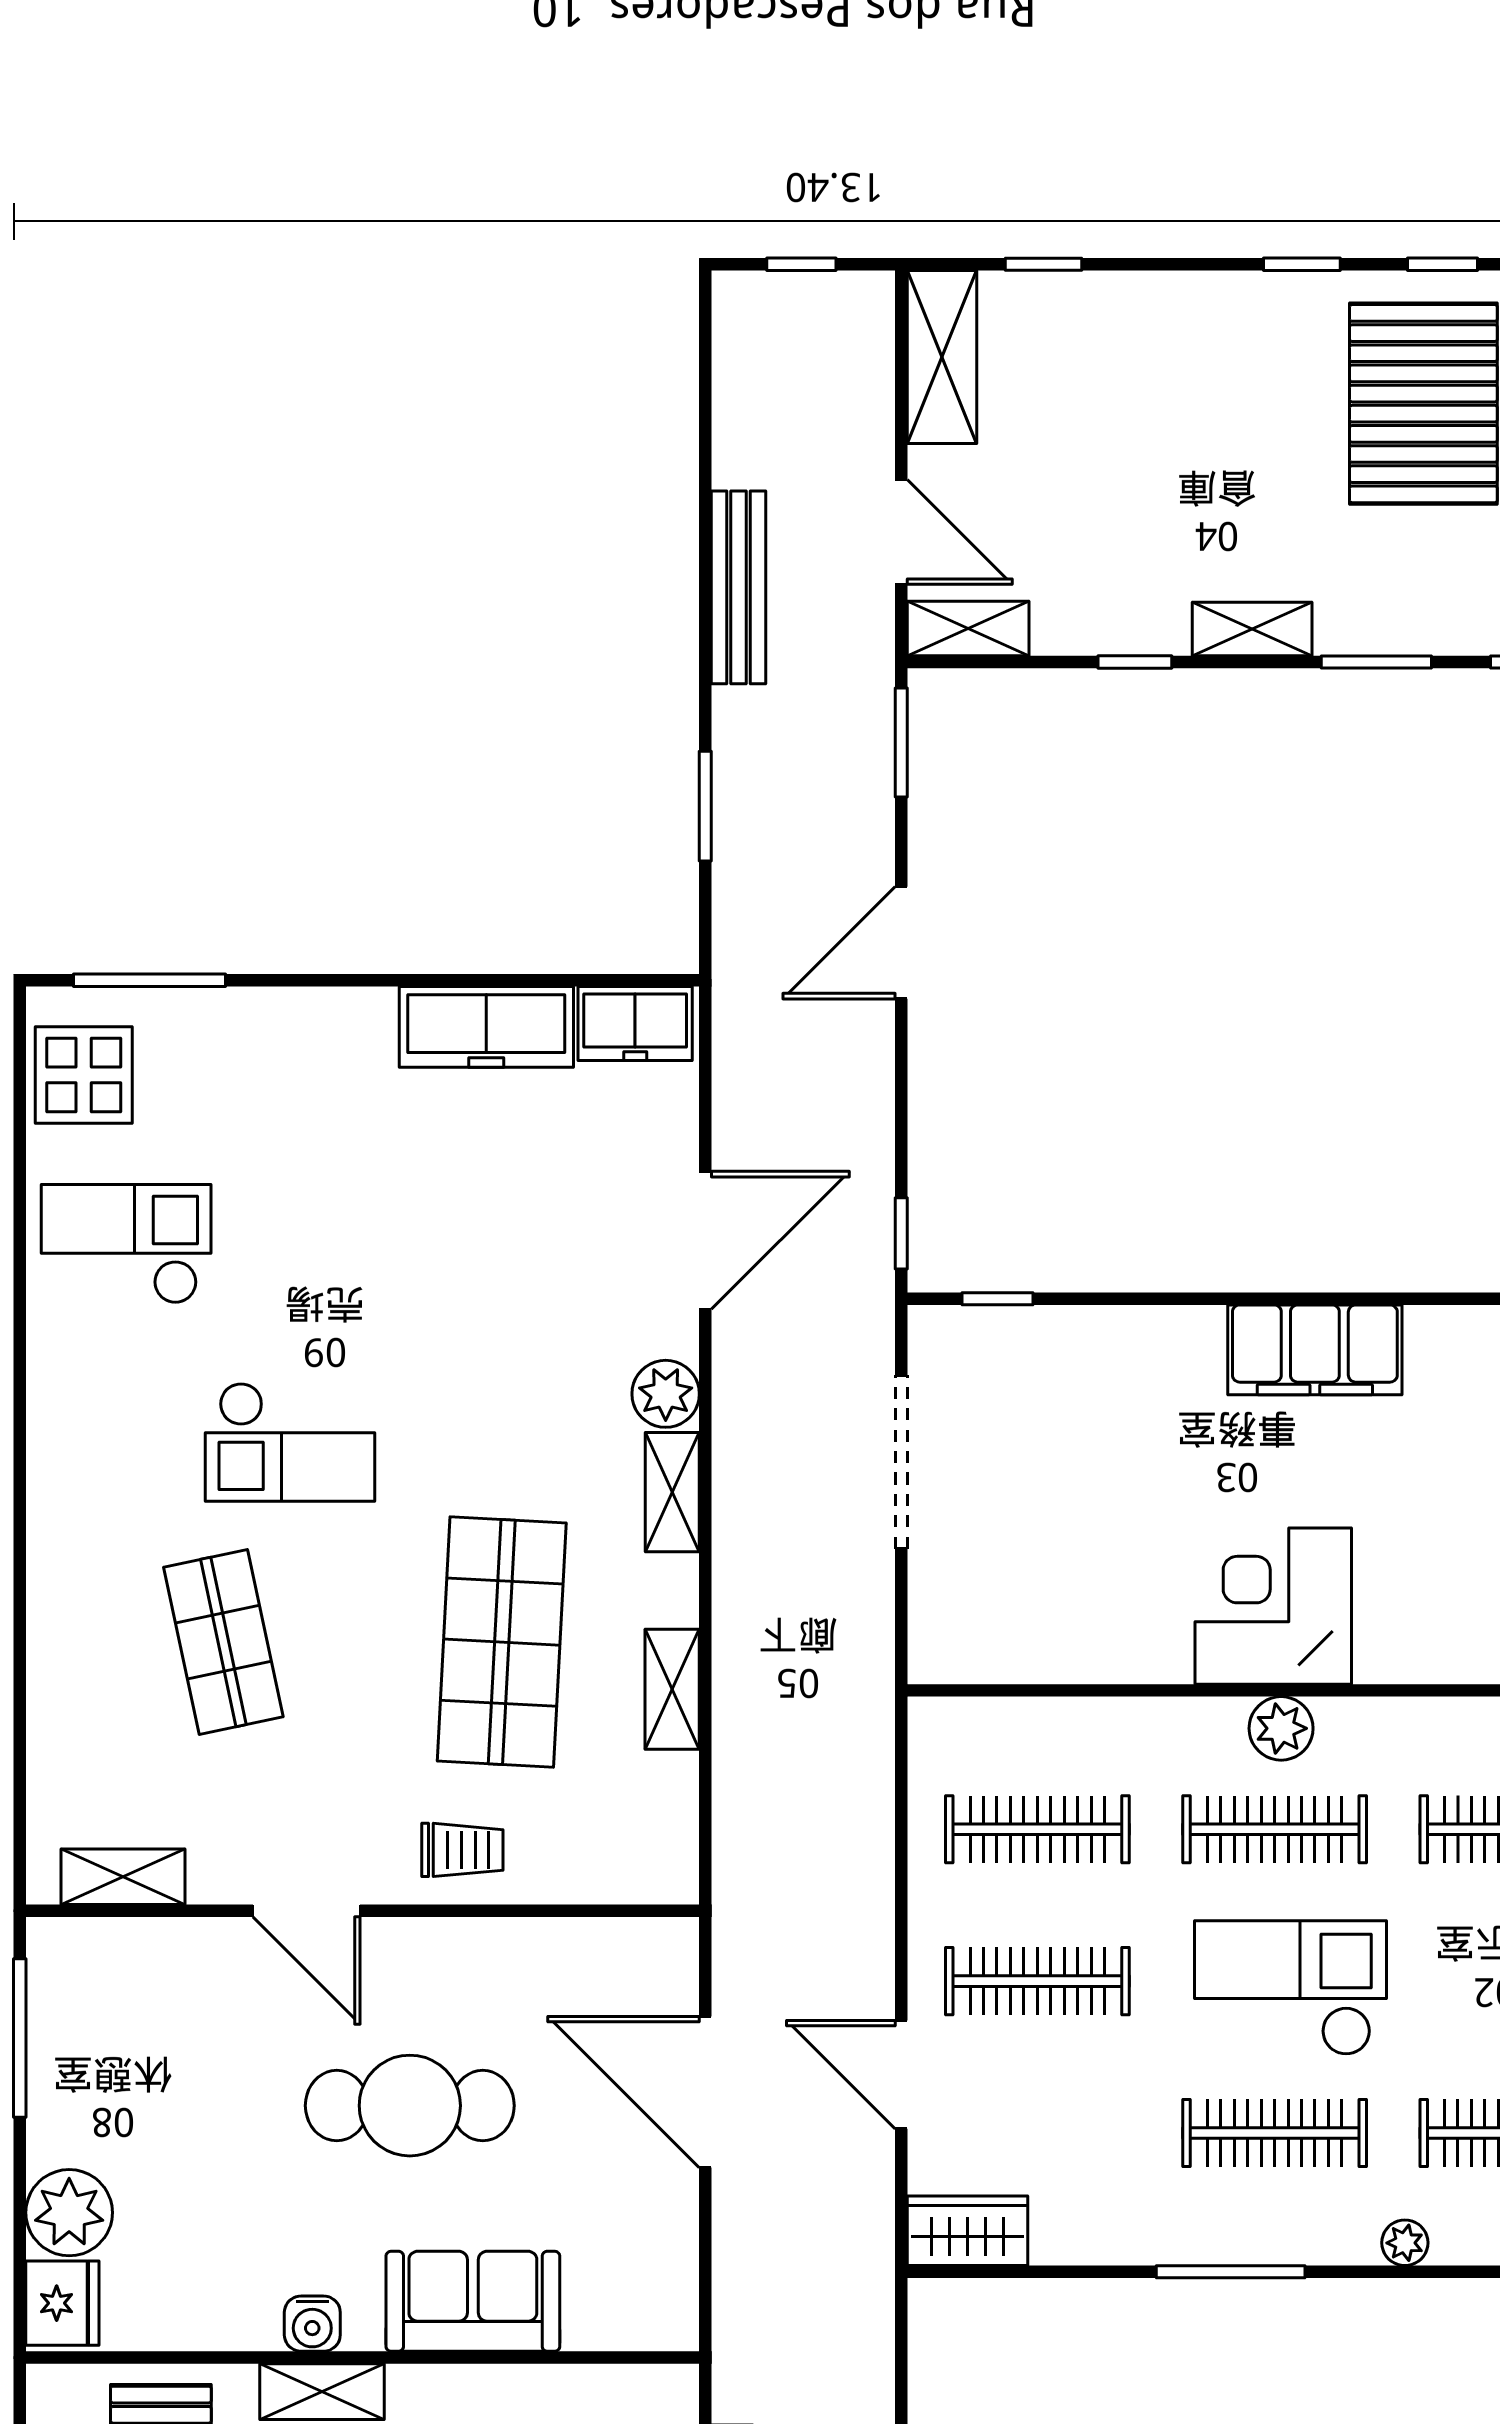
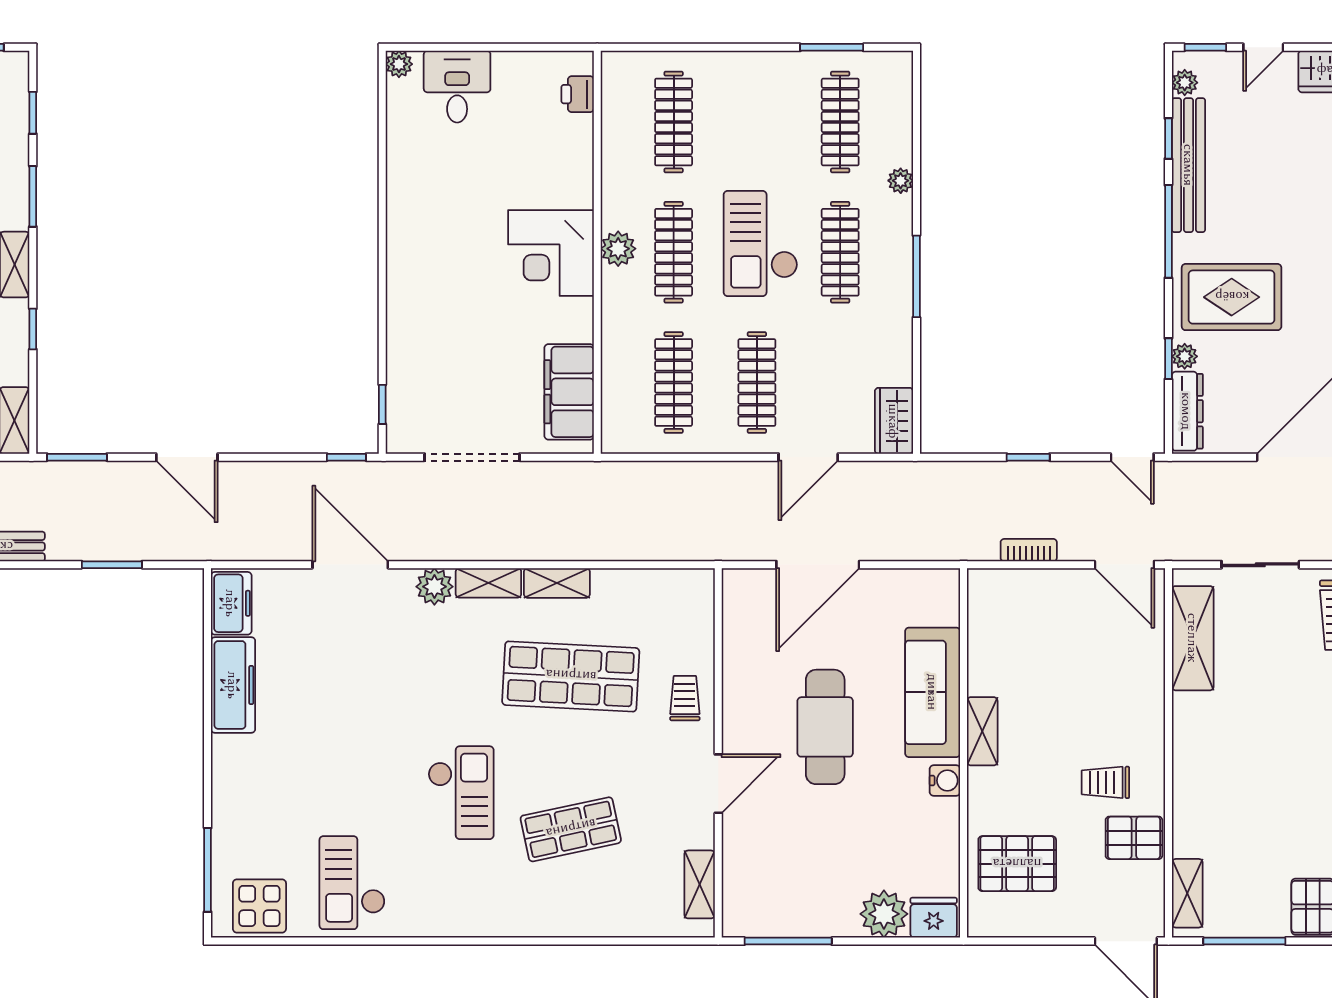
filing cabinet: (1315, 1350) -> (569, 392), moved, turned 180
shelving: (672, 1689) -> (557, 583), moved
sofa: (473, 2301) -> (933, 692), width x1.36
shelving: (322, 2392) -> (982, 731), moved

